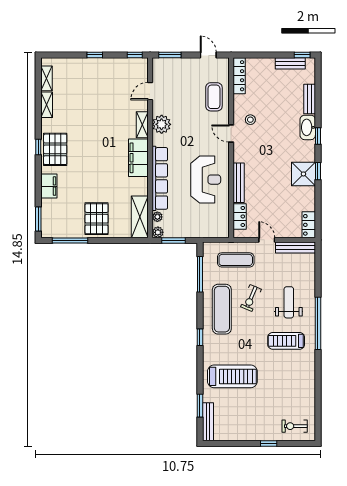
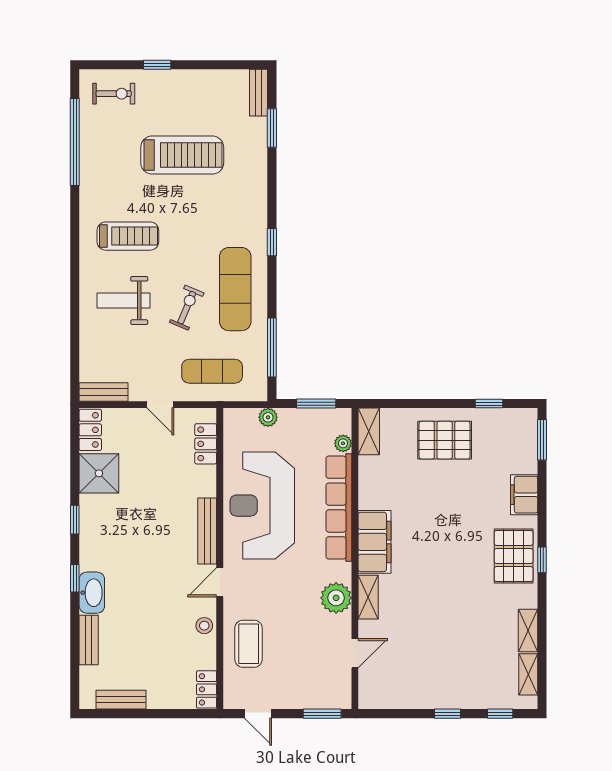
window: (135, 55) -> (500, 714), moved
window: (302, 55) -> (101, 714), removed
locker: (239, 76) -> (206, 689), width x0.66
stool: (250, 120) -> (204, 626), moved
door: (231, 134) -> (220, 582), swing flipped
shower: (303, 174) -> (99, 473), moved
reception desk: (206, 180) -> (262, 506), width x1.36, depth x1.30
bench: (239, 183) -> (207, 531), moved
shelving: (140, 217) -> (369, 431), width x0.67, depth x0.75
pallet: (97, 219) -> (445, 440), turned 90
plant: (158, 232) -> (268, 417), moved
window: (70, 241) -> (489, 404), width x0.46
bench: (295, 247) -> (104, 392), width x0.73
weight bench: (289, 302) -> (123, 300), turned 90
window: (318, 323) -> (75, 142), moved
treadmill: (232, 376) -> (182, 155), moved, turned 180
bench: (208, 422) -> (258, 93), width x0.73

